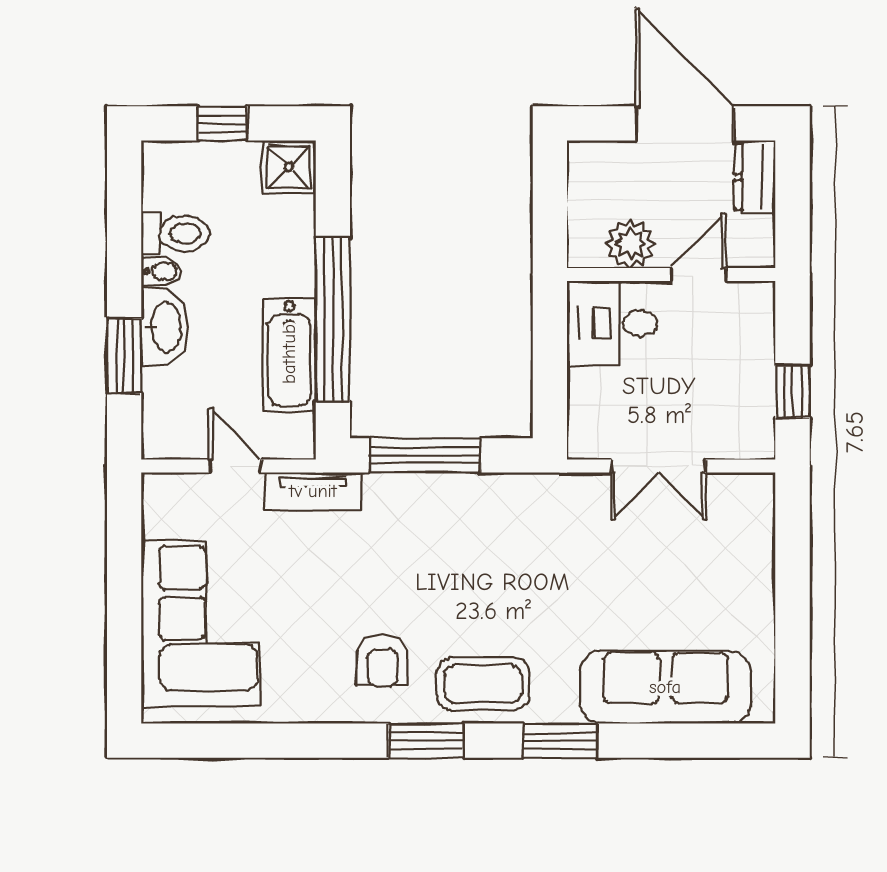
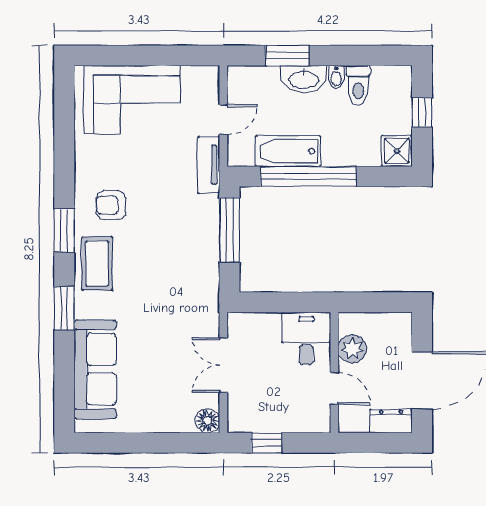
floor lamp: (754, 494) -> (207, 421), added

